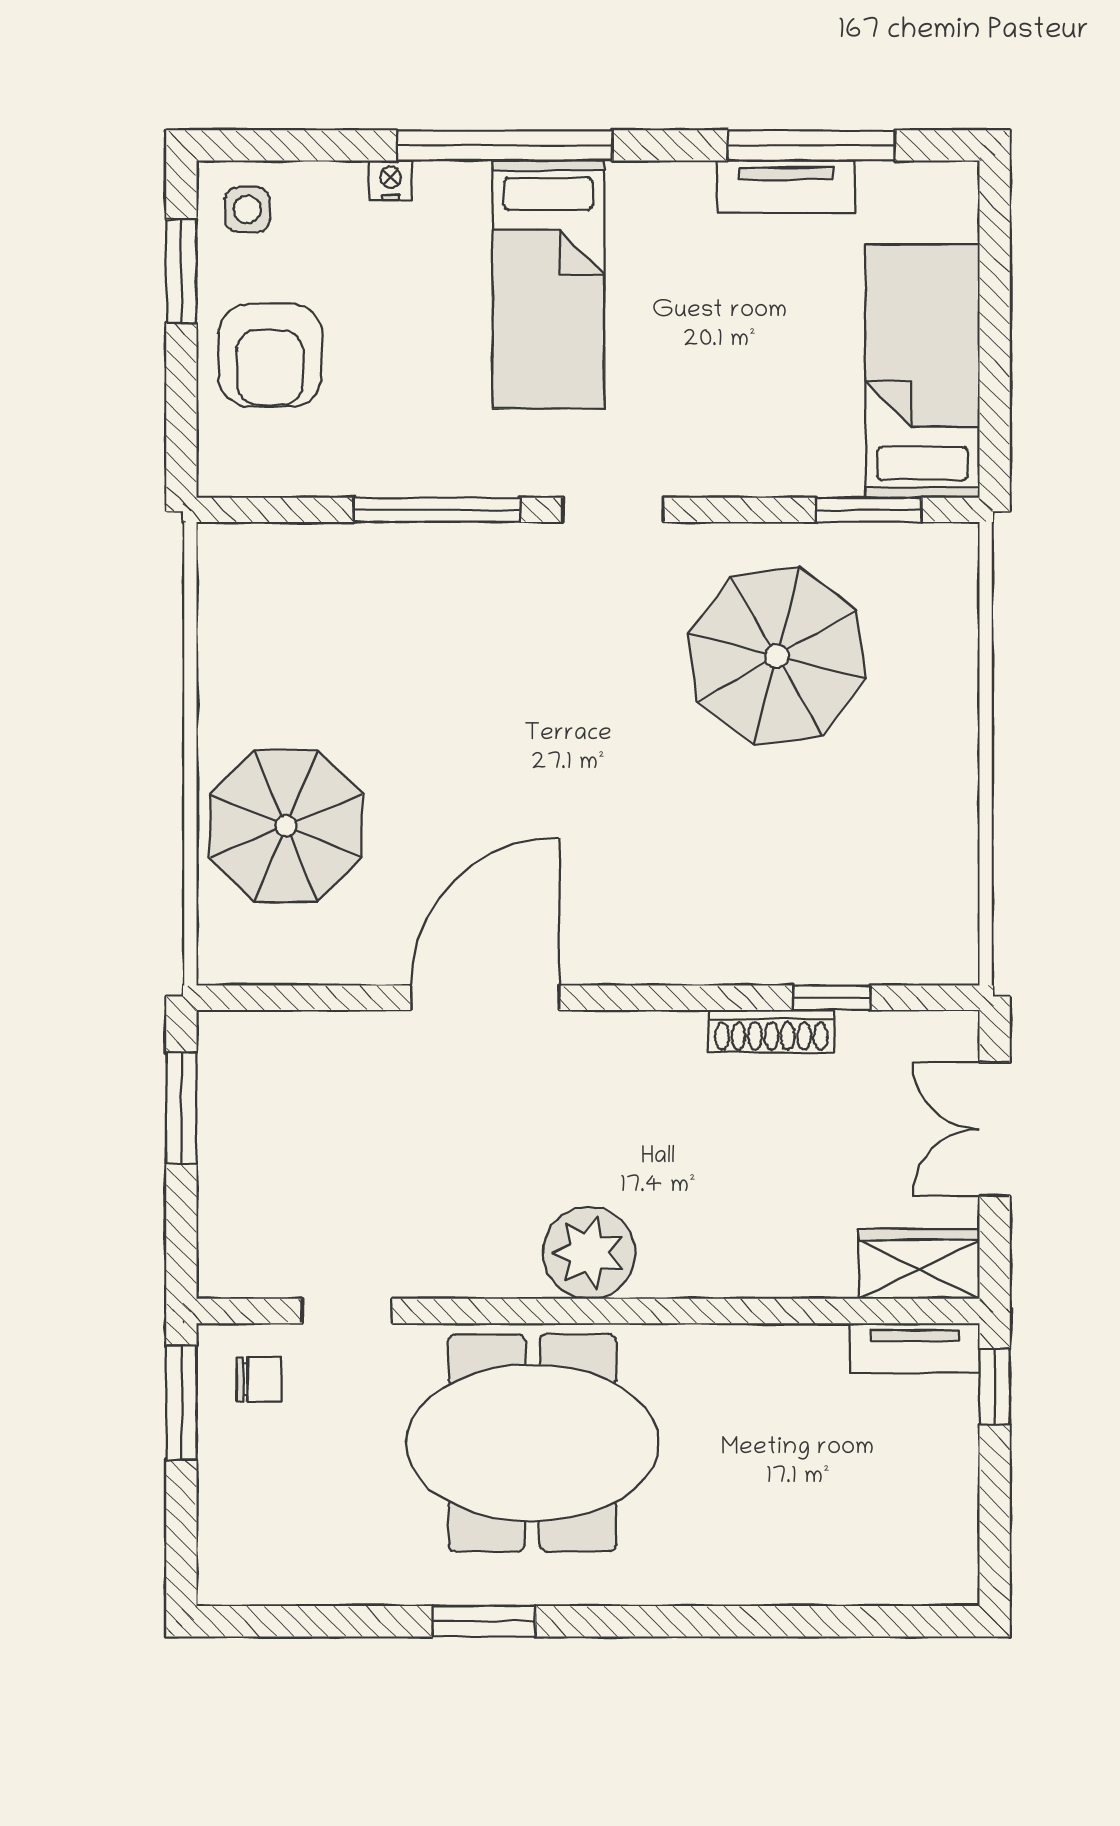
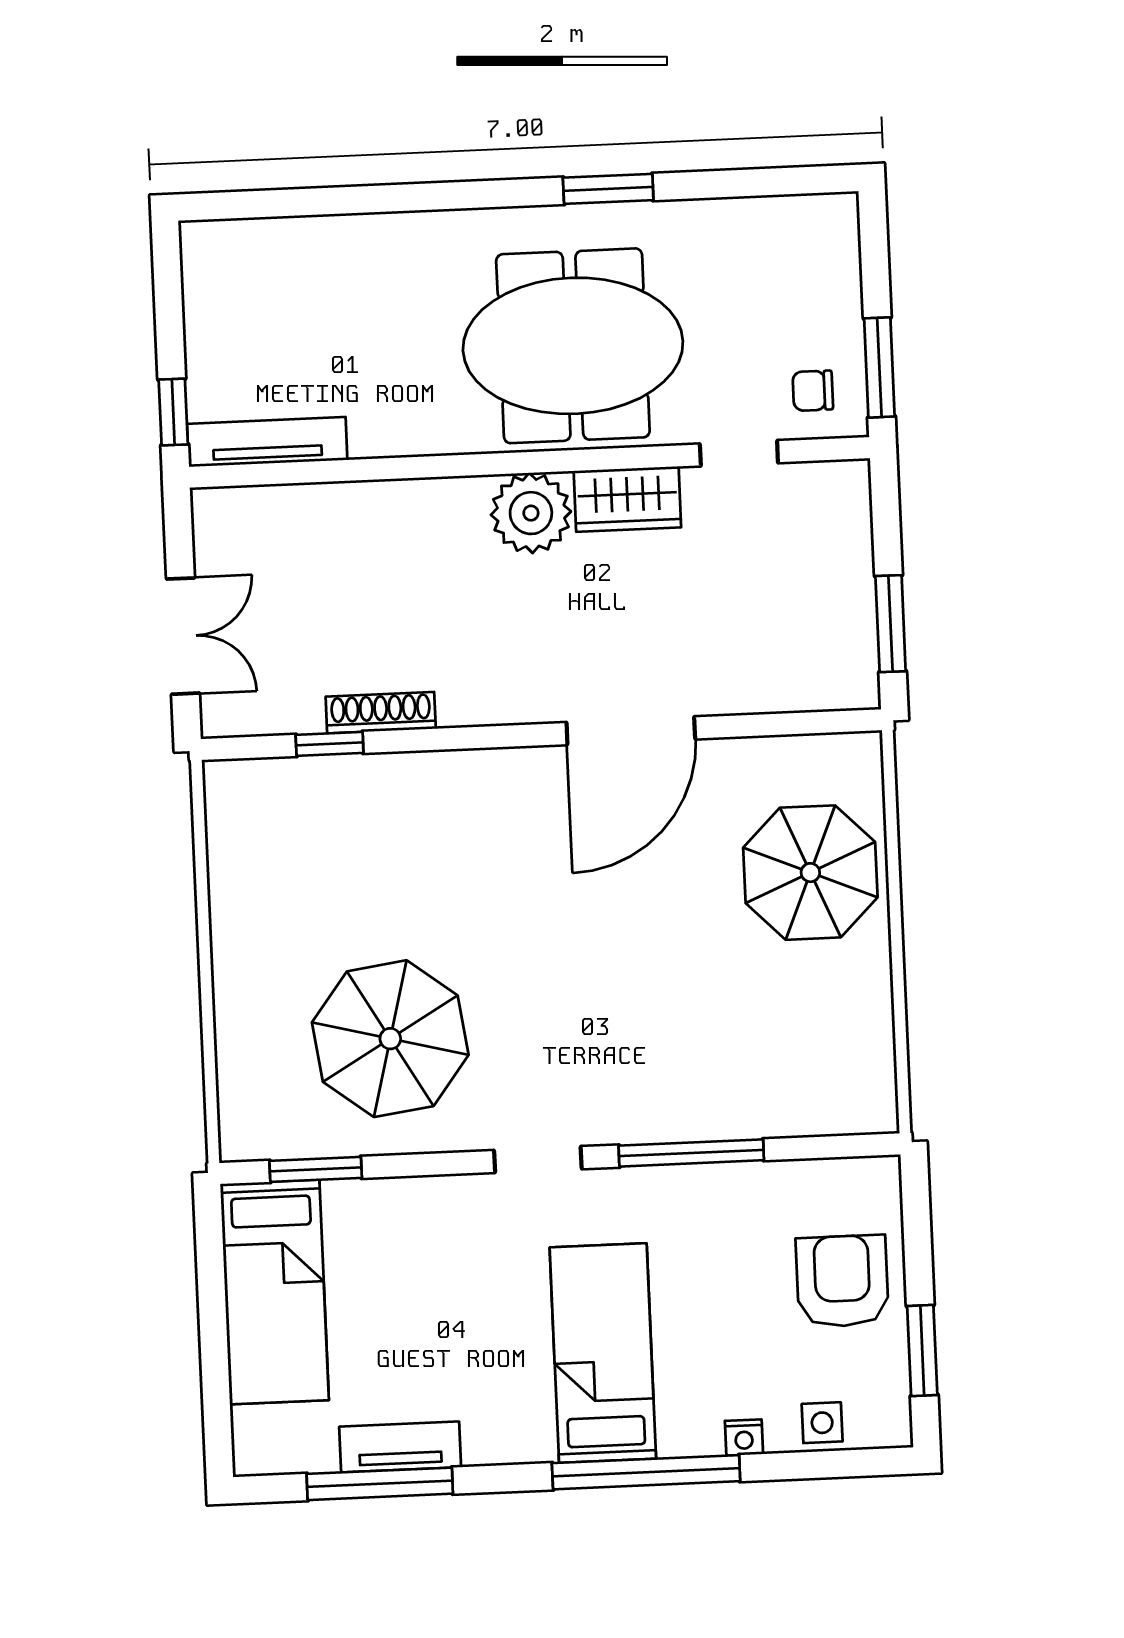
side table: (247, 210) -> (822, 1423), moved
wardrobe: (919, 1264) -> (627, 499), moved
tv unit: (915, 1348) -> (267, 442), width x1.41

